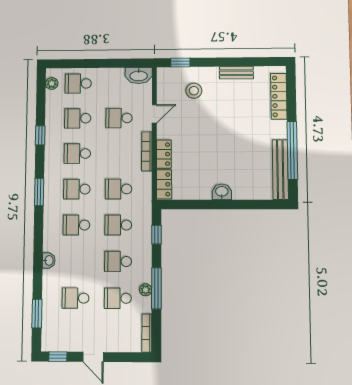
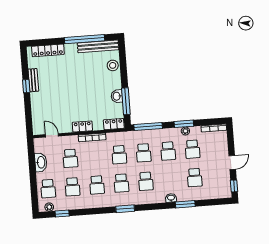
window: (180, 63) -> (26, 86), moved
washbasin: (139, 76) -> (41, 162), moved
stool: (194, 91) -> (113, 65), moved
door: (154, 114) -> (52, 135), moved
window: (40, 135) -> (62, 214), moved
locker: (164, 154) -> (82, 126), moved
washbasin: (222, 192) -> (117, 96), moved
window: (196, 205) -> (126, 101), added
window: (157, 235) -> (148, 127), width x2.17
window: (156, 288) -> (184, 124), width x0.69
window: (37, 313) -> (185, 204), moved

